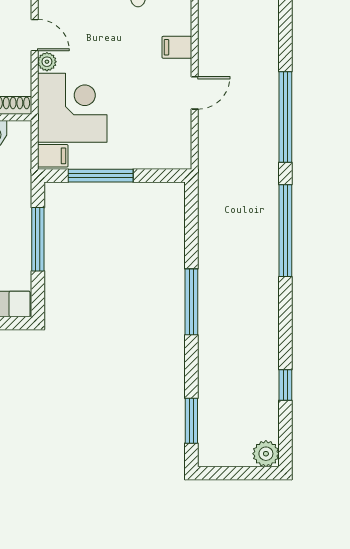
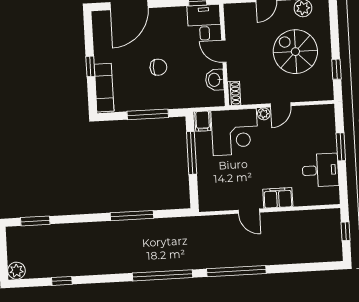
filing cabinet: (177, 47) -> (278, 198), width x2.00
window: (191, 302) -> (132, 216), moved

